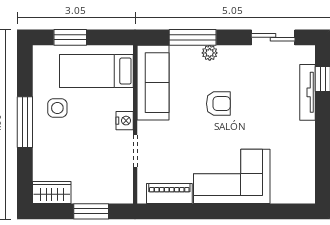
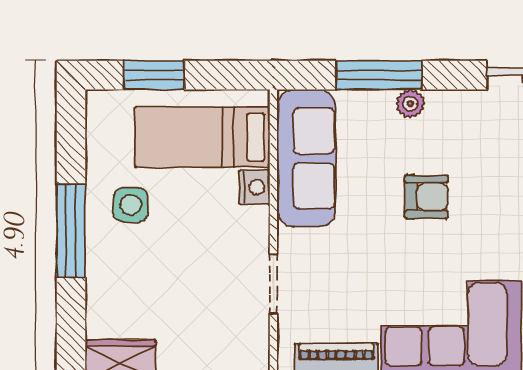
nightstand: (125, 121) -> (254, 187), moved

